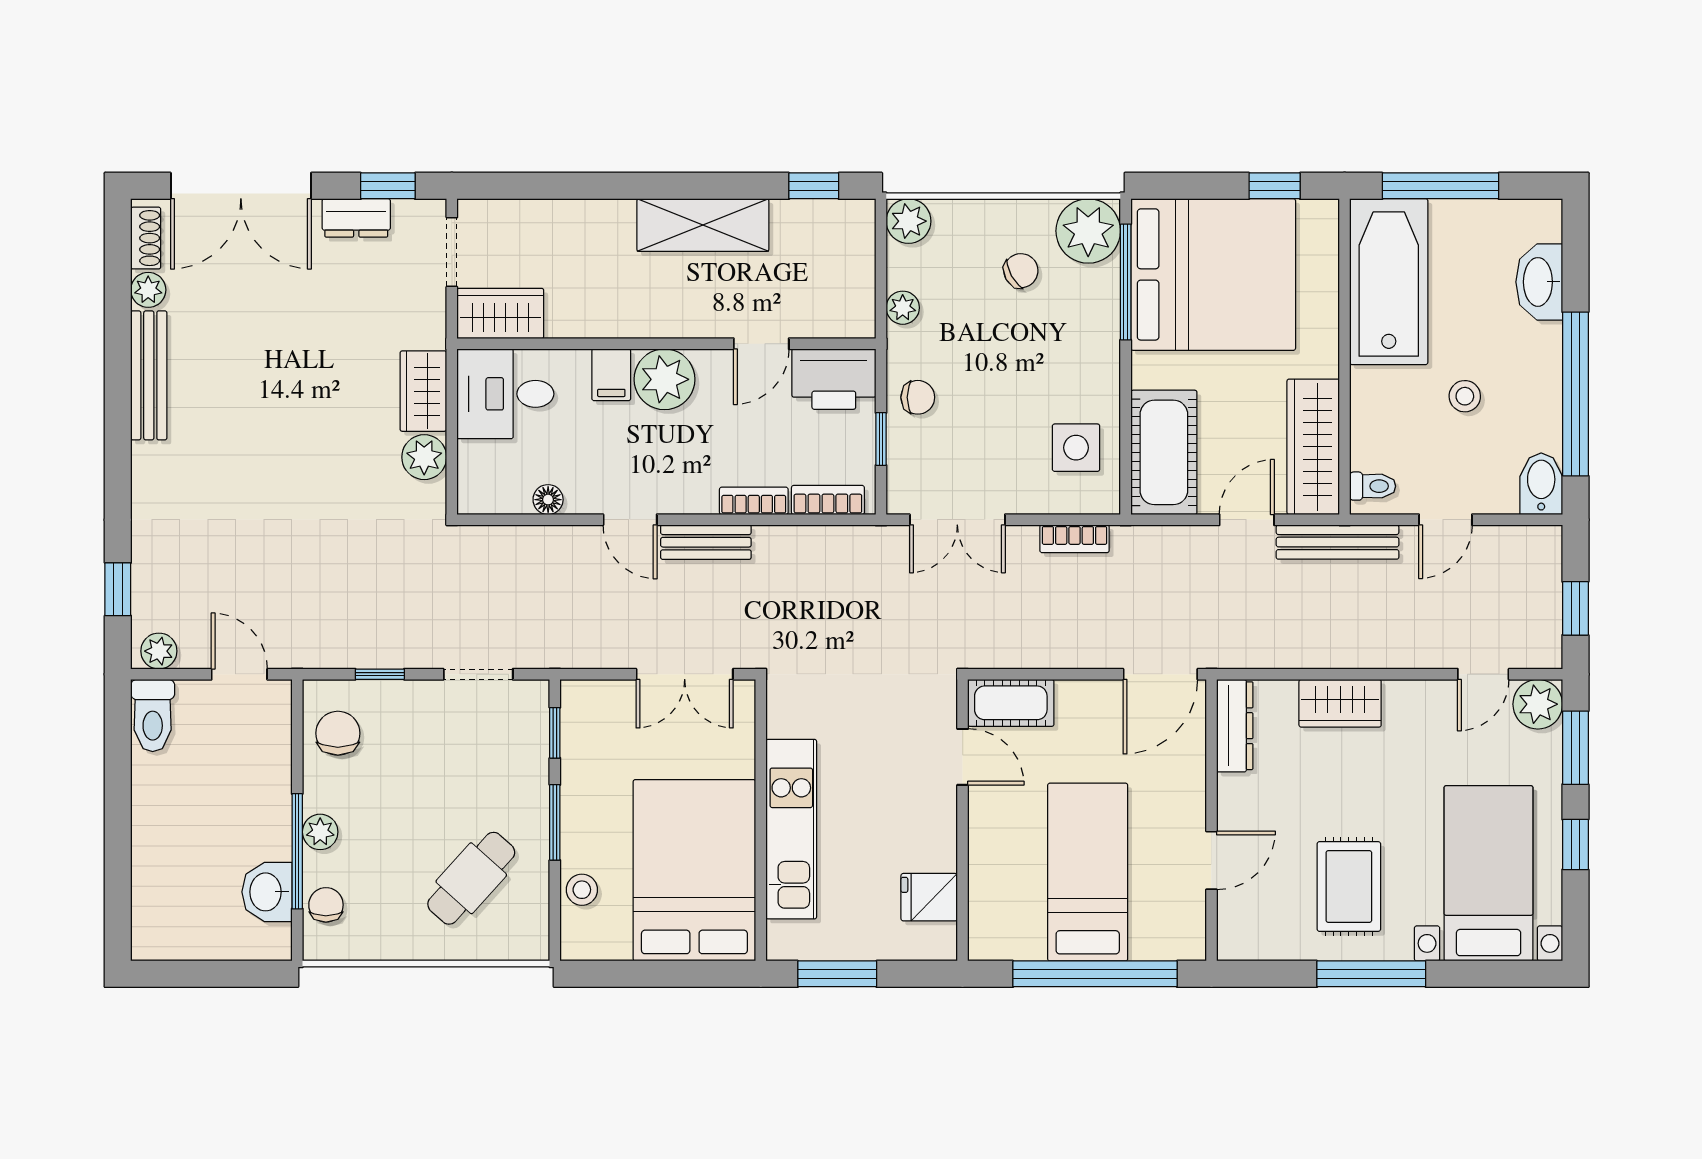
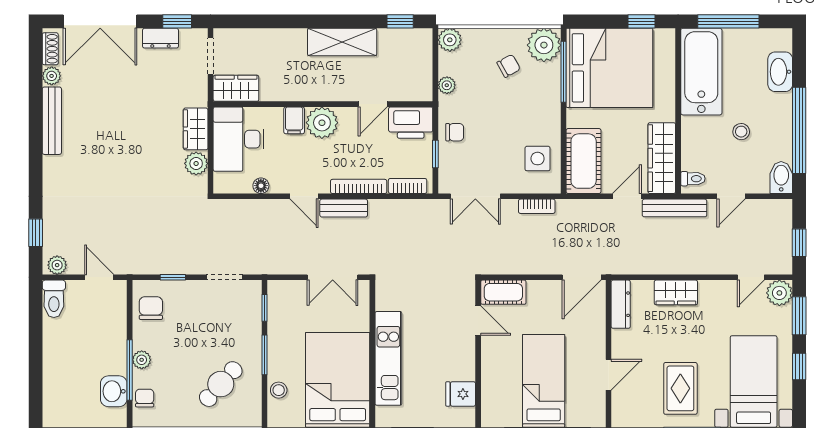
desk: (505, 394) -> (239, 139), width x1.37
bookcase: (754, 501) -> (359, 186), width x1.56

